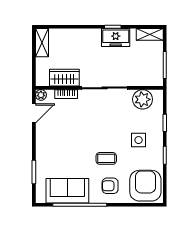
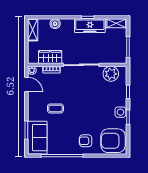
boiler: (71, 35) -> (55, 24), added
freezer: (116, 37) -> (90, 26), width x1.40
door: (34, 113) -> (26, 85), hinge flipped
side table: (139, 140) -> (120, 112), moved
coffee table: (106, 158) -> (55, 108), moved
armchair: (145, 186) -> (113, 141), turned -90
sofa: (67, 191) -> (37, 138), moved, turned 90

